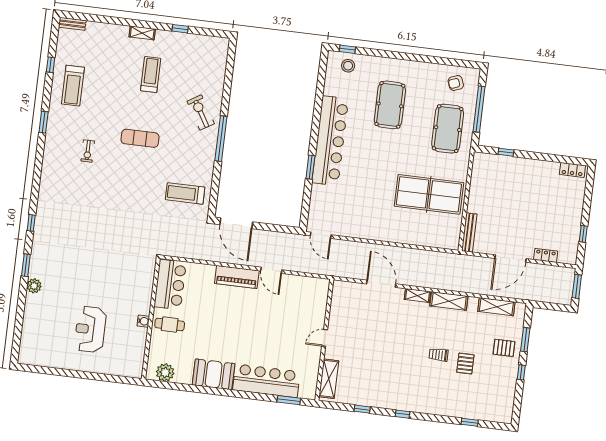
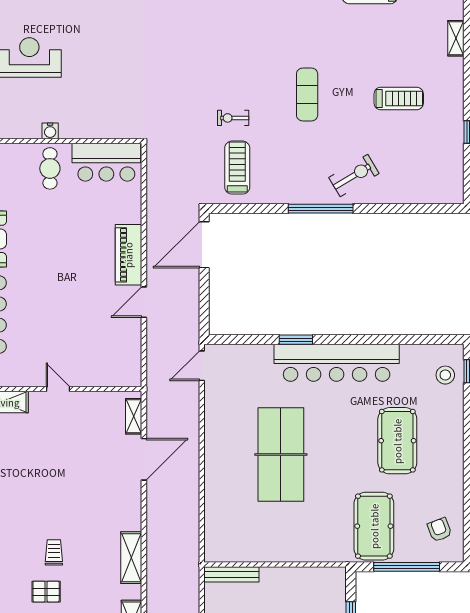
shelving: (142, 33) -> (456, 38), moved
pool table: (390, 105) -> (397, 441), turned 90
pool table: (448, 129) -> (374, 526), turned 90
exercise bike: (88, 151) -> (233, 118), moved
table tennis table: (429, 194) -> (281, 455), moved
shelving: (417, 296) -> (134, 416), moved

